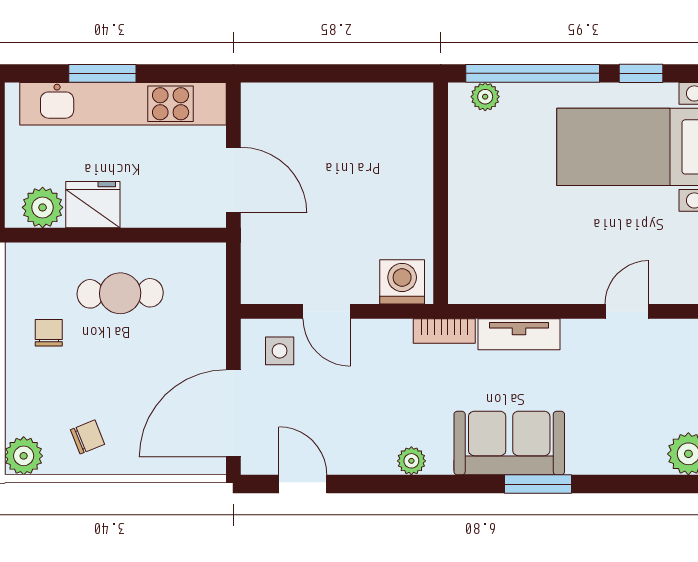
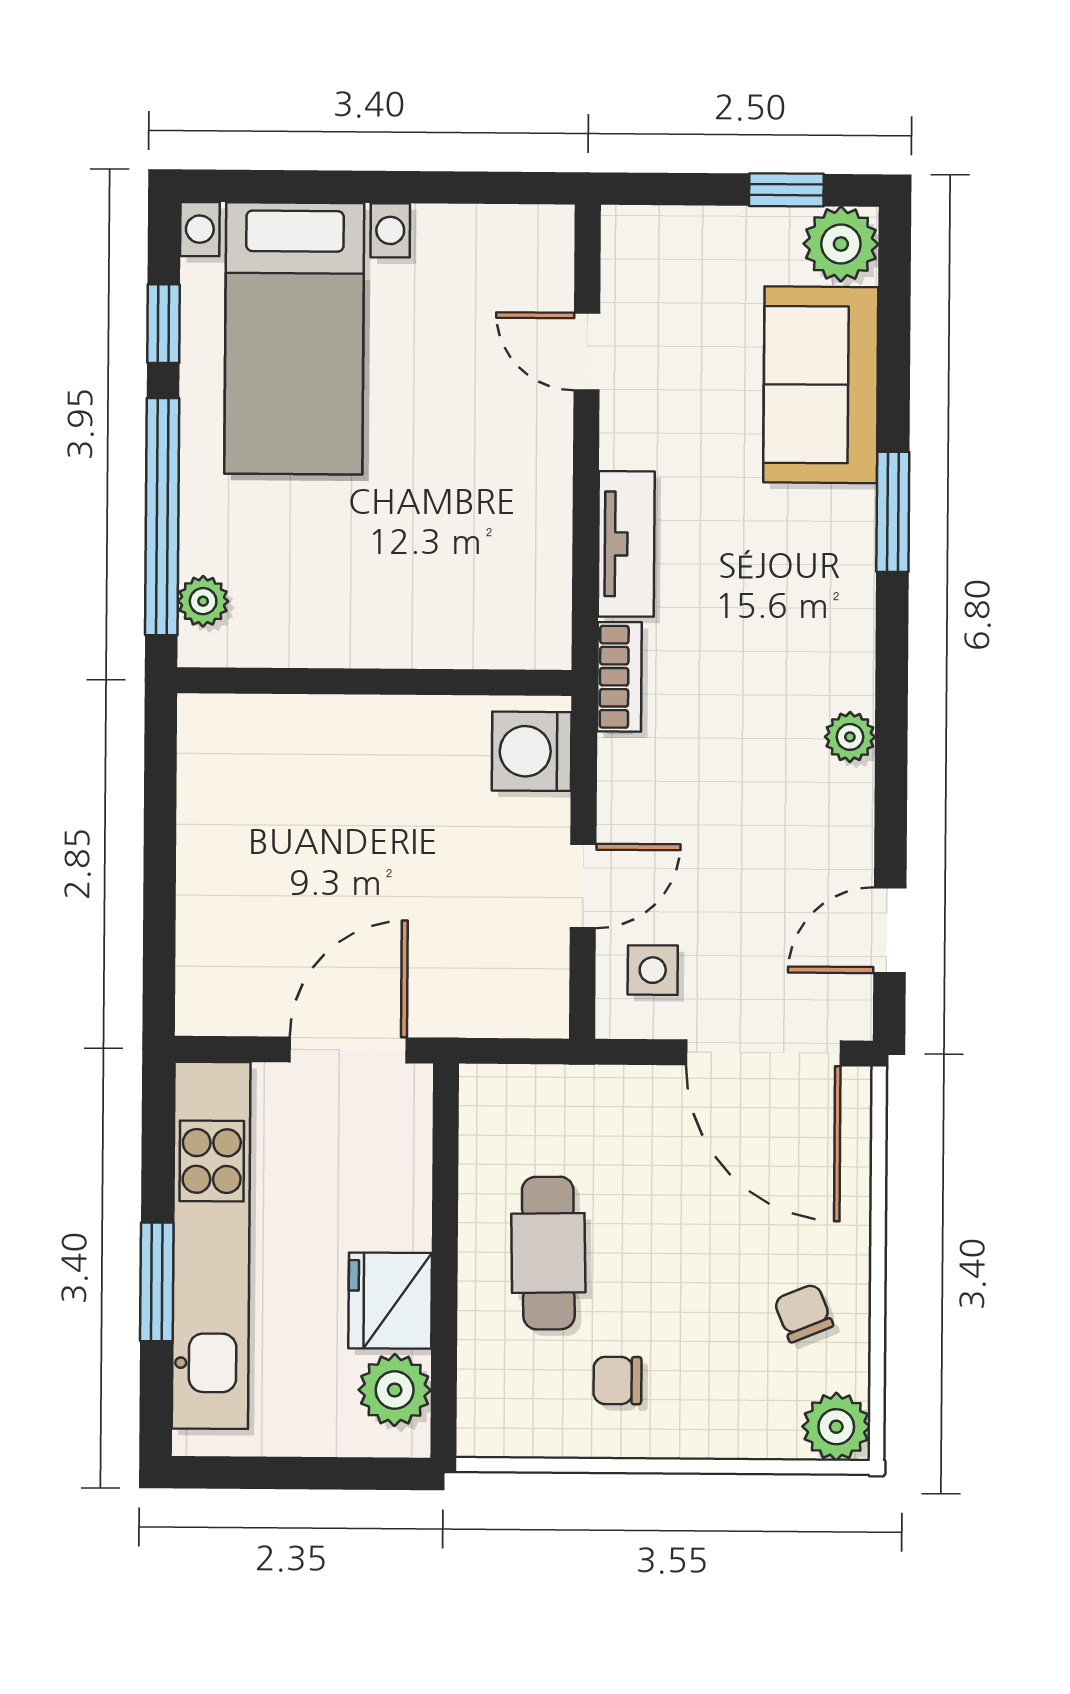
sofa: (509, 443) -> (821, 385), moved

